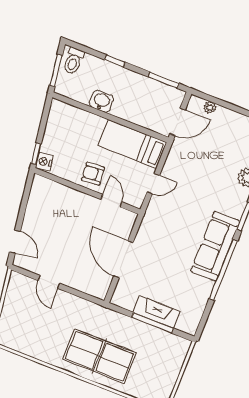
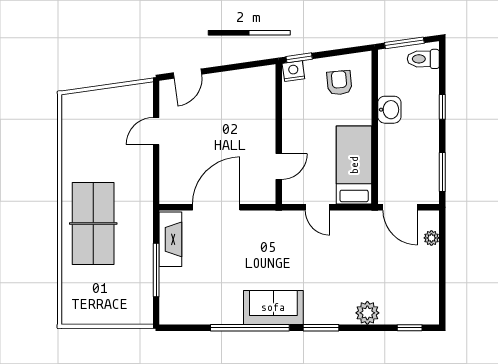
armchair: (93, 174) -> (339, 83), moved
sofa: (215, 246) -> (273, 307), width x0.73
fireplace: (156, 312) -> (170, 239), moved

